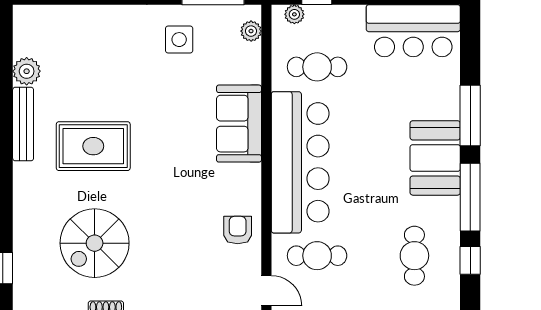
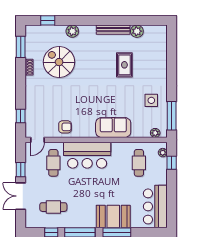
rug: (93, 146) -> (124, 65), moved, width x0.73, depth x0.70
booth: (435, 158) -> (113, 216), moved
bar counter: (300, 162) -> (87, 155), width x0.73
plant: (26, 214) -> (72, 31), added

